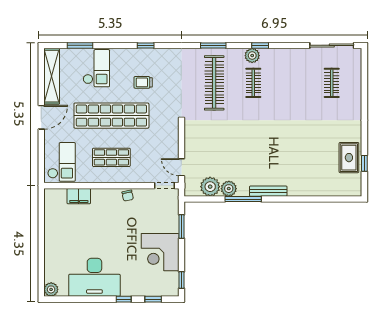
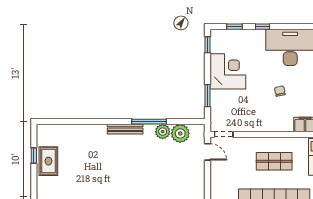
chair: (128, 196) -> (280, 91), moved

